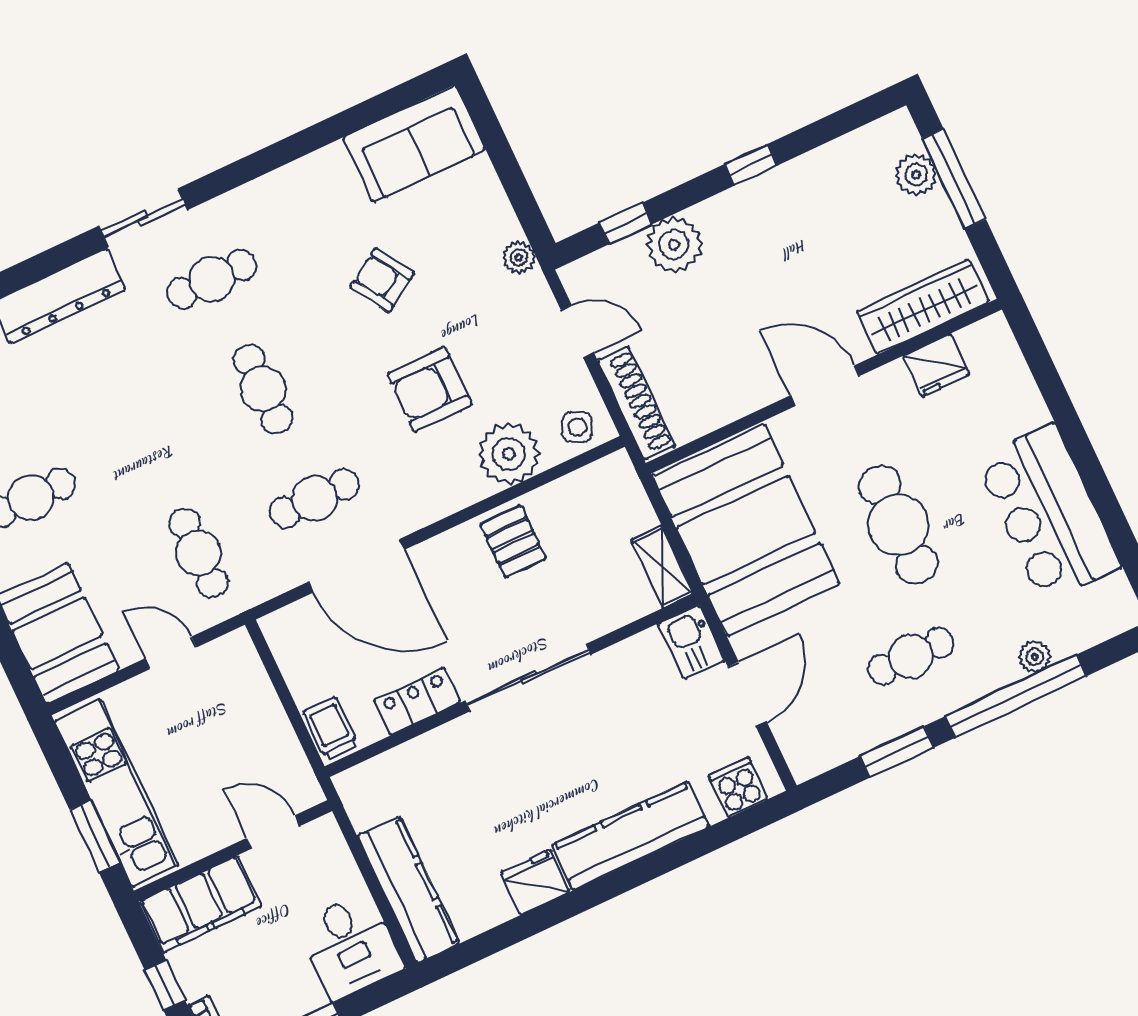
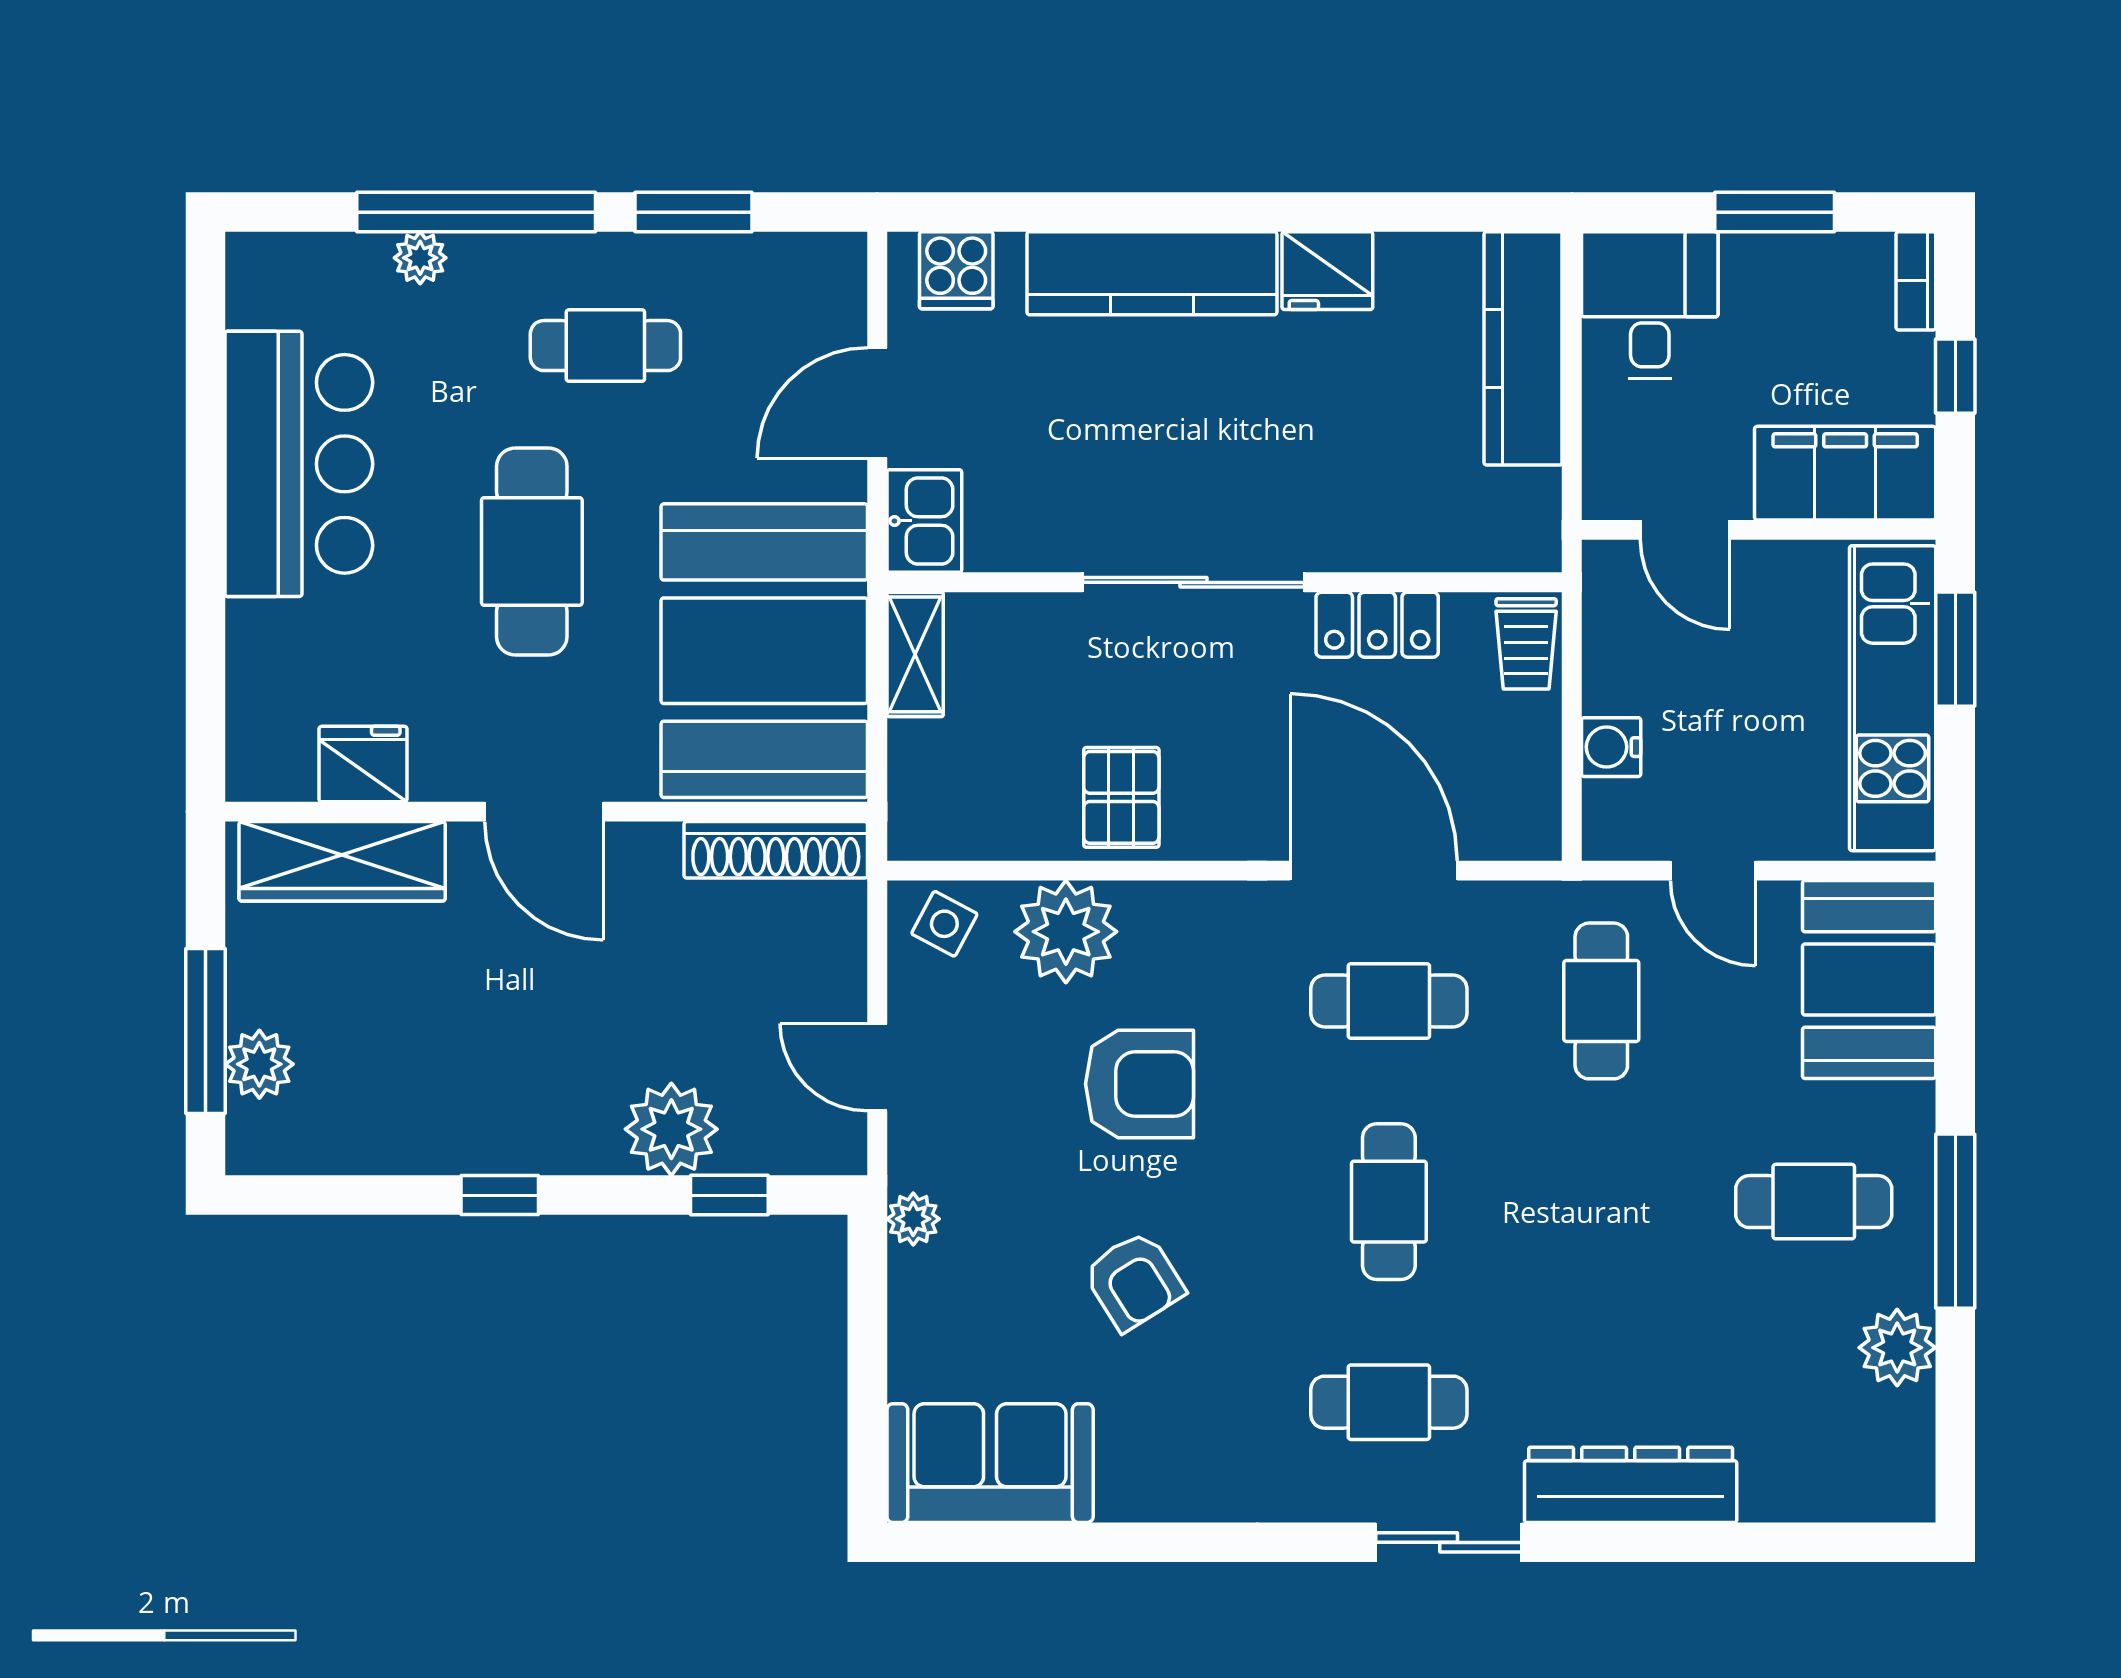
shoe rack: (636, 403) -> (776, 850), moved, turned -90
water cooler: (258, 694) -> (1611, 747), added

